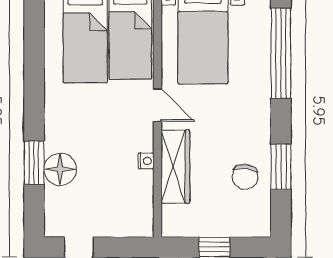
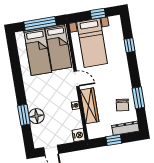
window: (281, 53) -> (130, 45), width x0.32
nightstand: (142, 224) -> (79, 135), added
dresser: (243, 226) -> (125, 128), added

